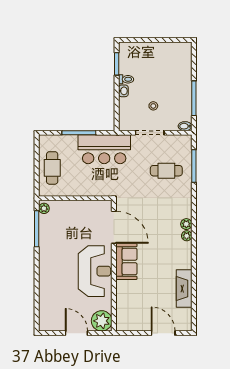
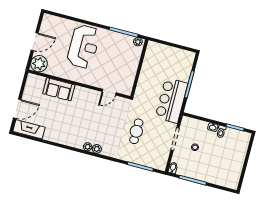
cafe table: (52, 168) -> (168, 56), removed
cafe table: (166, 171) -> (136, 131), moved
door: (114, 227) -> (109, 92), width x0.53
sofa: (126, 261) -> (59, 89), moved
reception desk: (94, 271) -> (84, 47), moved, turned -90
fireplace: (184, 289) -> (29, 129), moved

